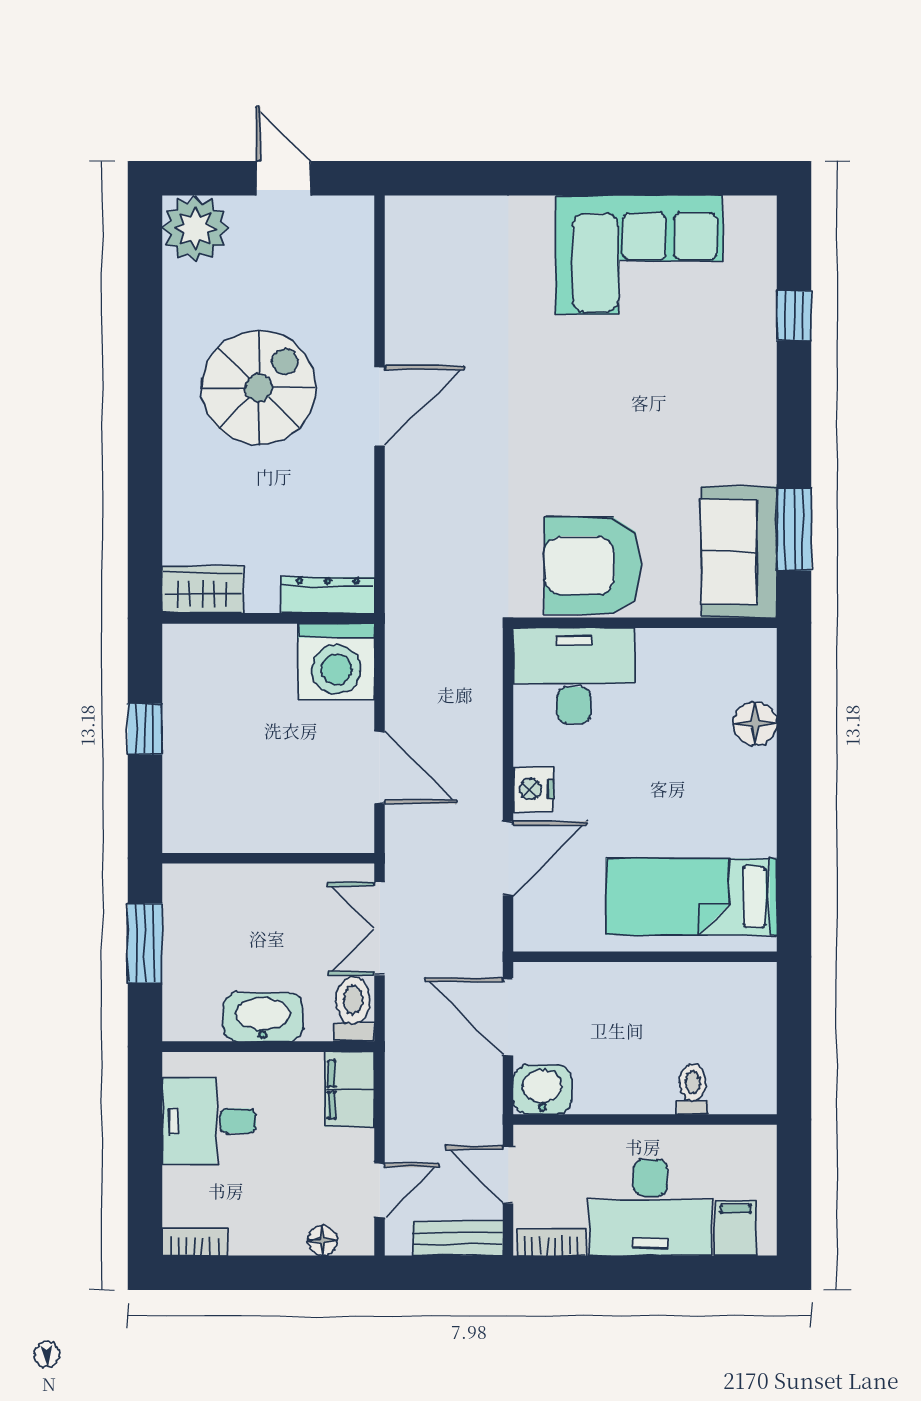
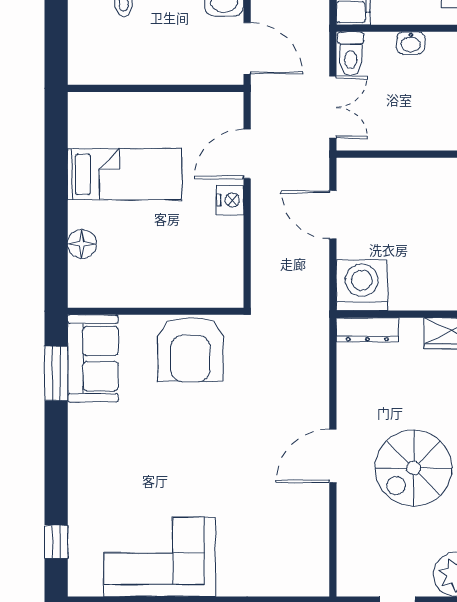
window: (794, 315) -> (56, 542), moved
armchair: (593, 565) -> (190, 350), turned 90
desk: (574, 676) -> (203, 276), removed
bed: (692, 897) -> (124, 174), moved
washbasin: (263, 1017) -> (411, 43), width x0.52, depth x0.69

